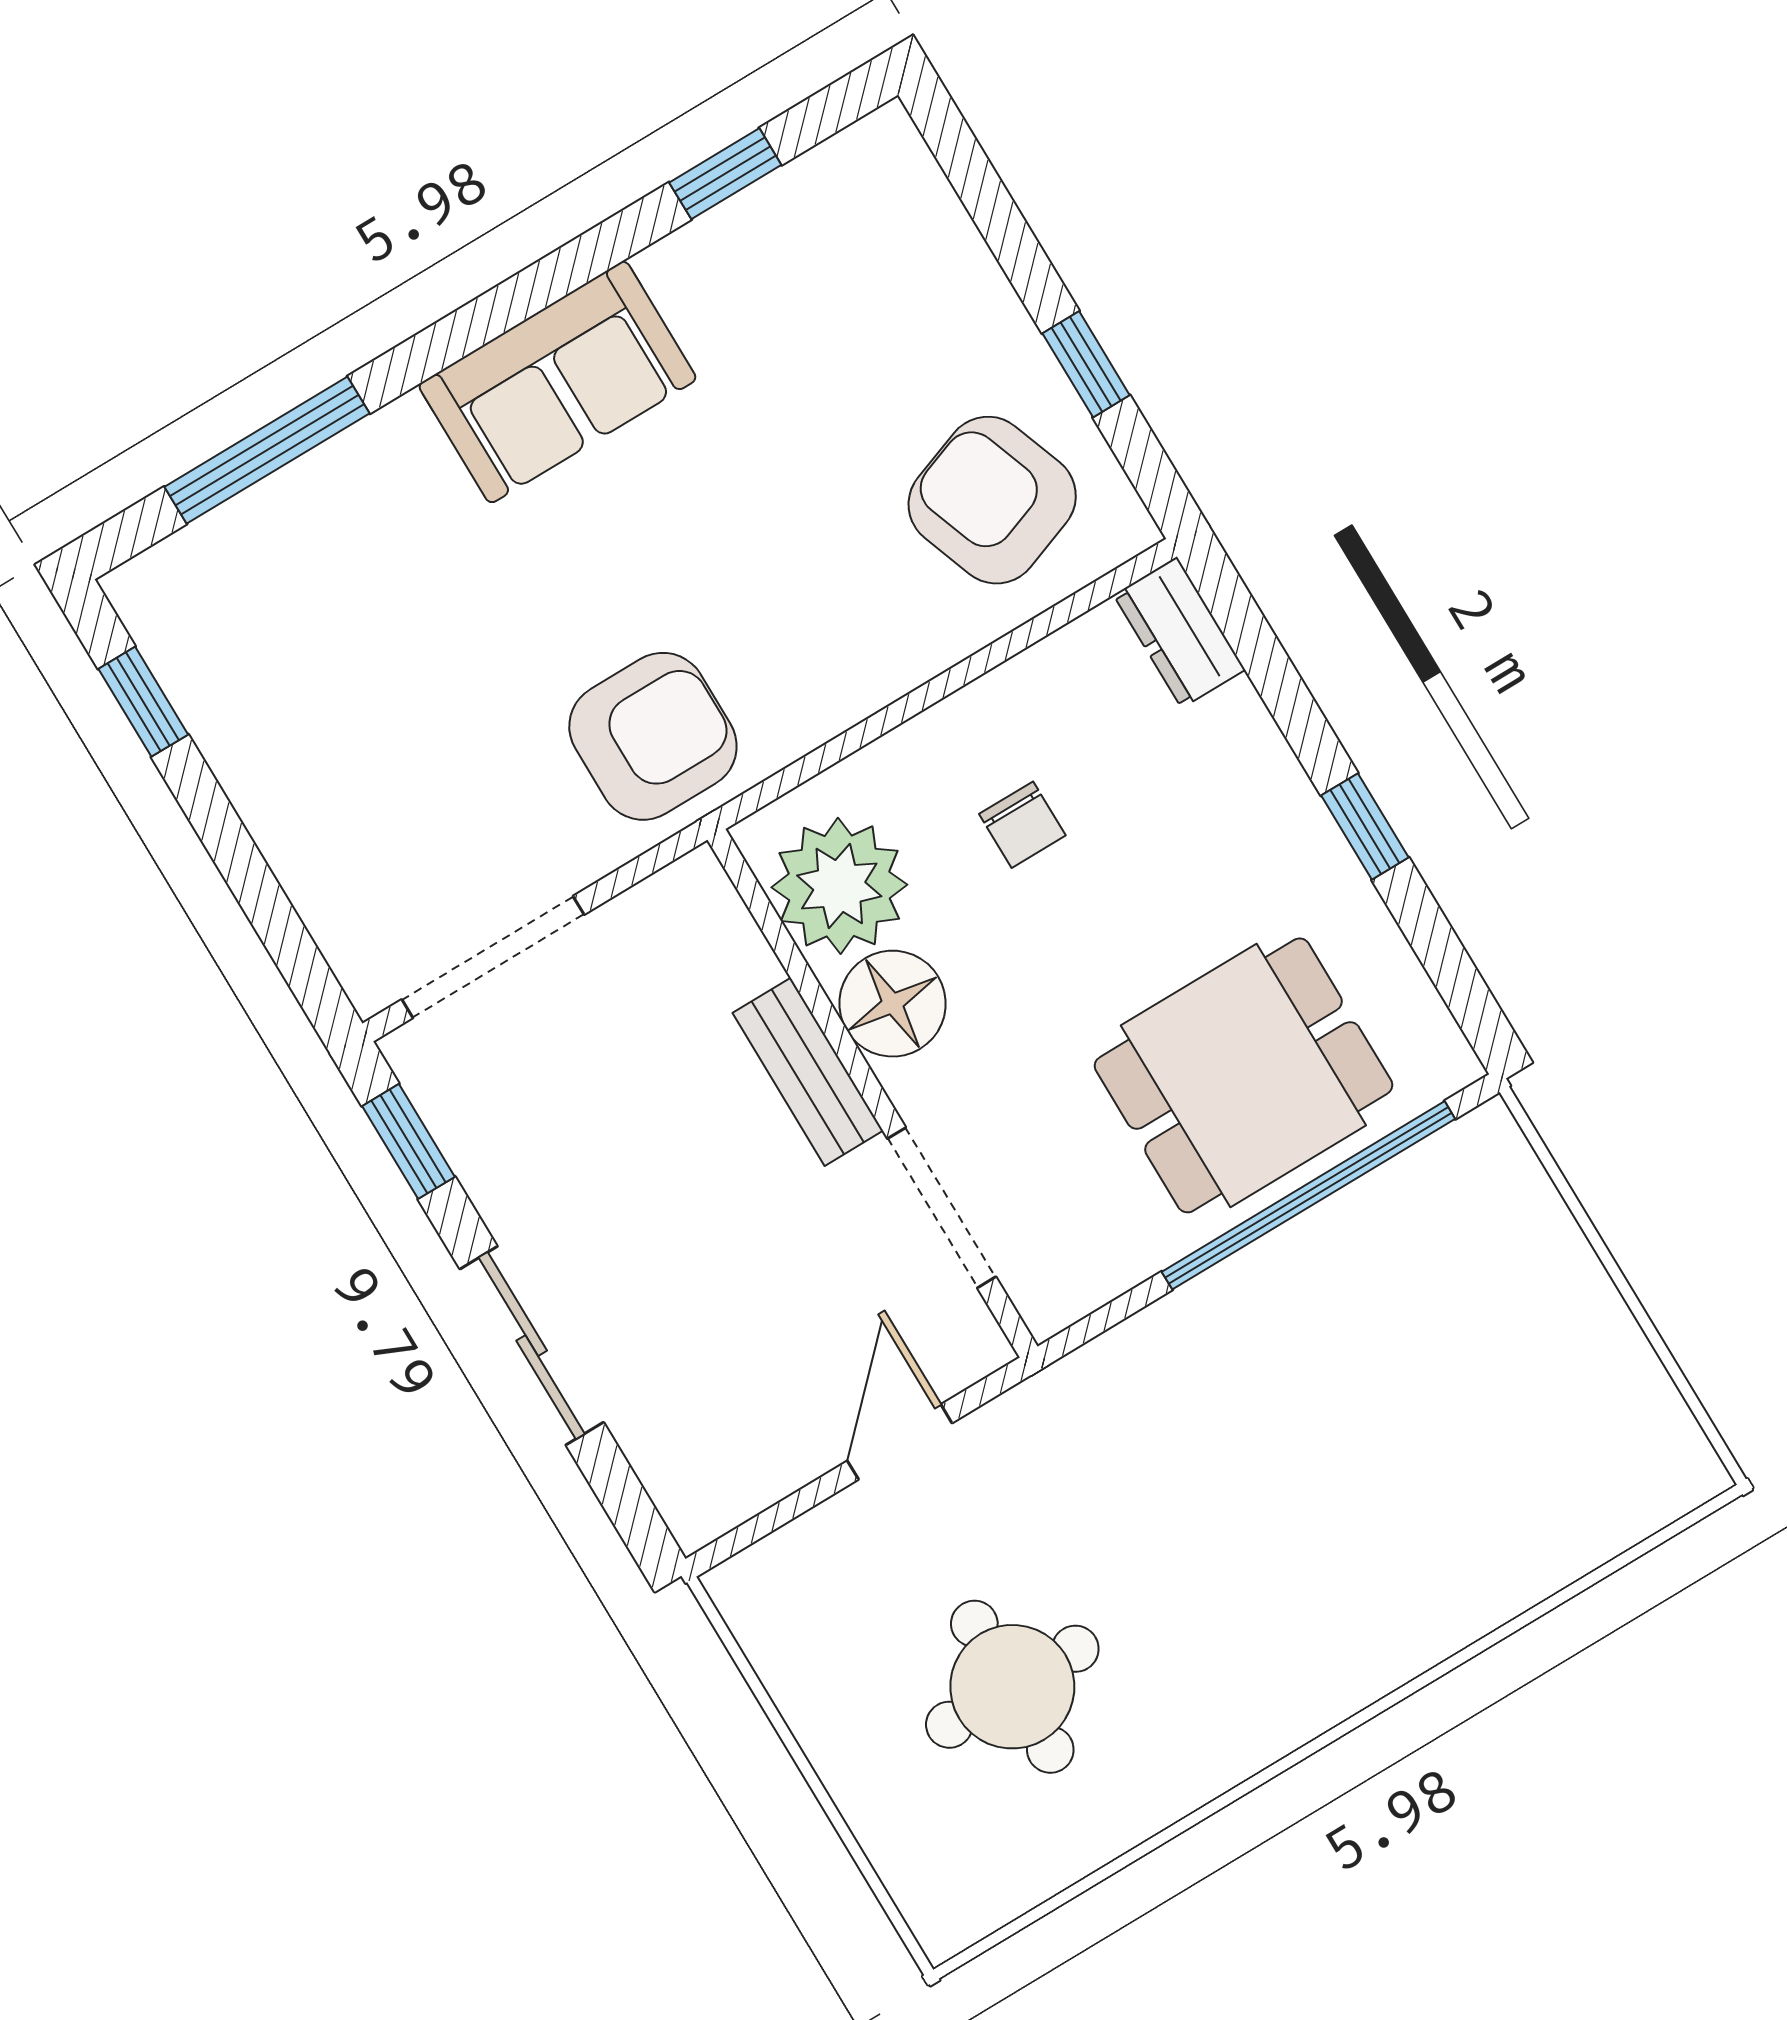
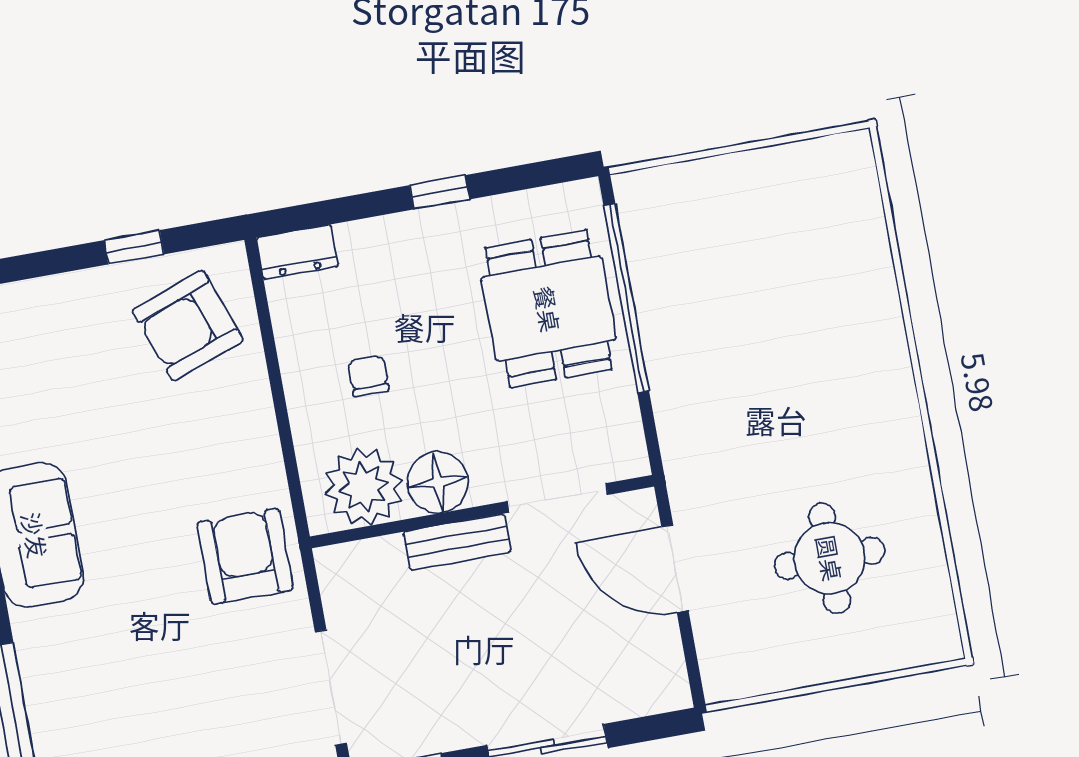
chair: (1022, 825) -> (368, 376), turned -90
door: (900, 1442) -> (675, 569), width x1.37

